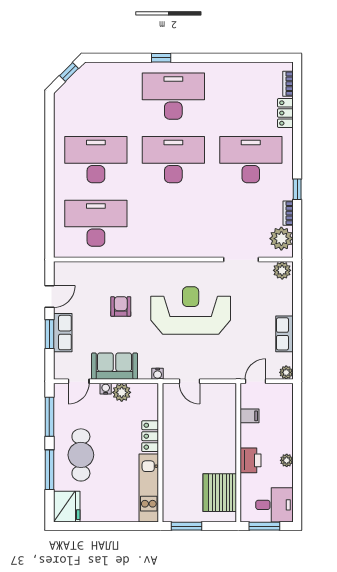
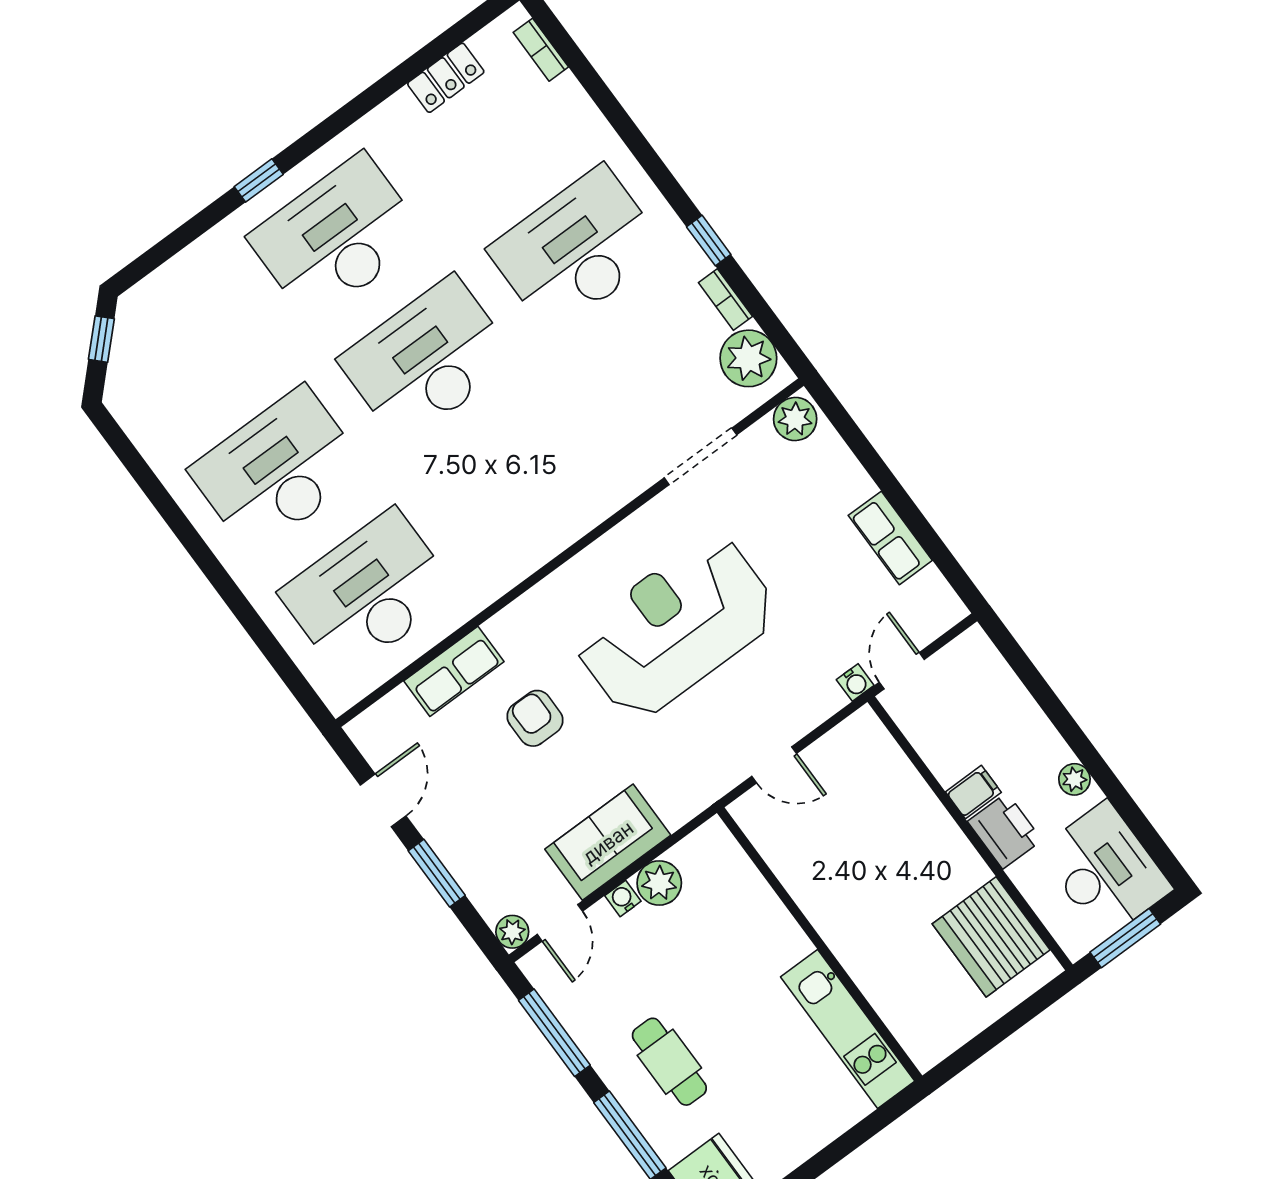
locker: (285, 113) -> (446, 78), moved, turned -90
row of seats: (63, 333) -> (454, 671), moved, turned 90
plant: (286, 372) -> (512, 932), moved
water cooler: (158, 374) -> (855, 682), moved
filing cabinet: (250, 416) -> (973, 792), moved
locker: (150, 436) -> (776, 927), removed
cafe table: (81, 455) -> (669, 1062), width x0.73, depth x0.74
desk: (274, 505) -> (1105, 870), width x1.37
window: (186, 526) -> (975, 1049), removed

